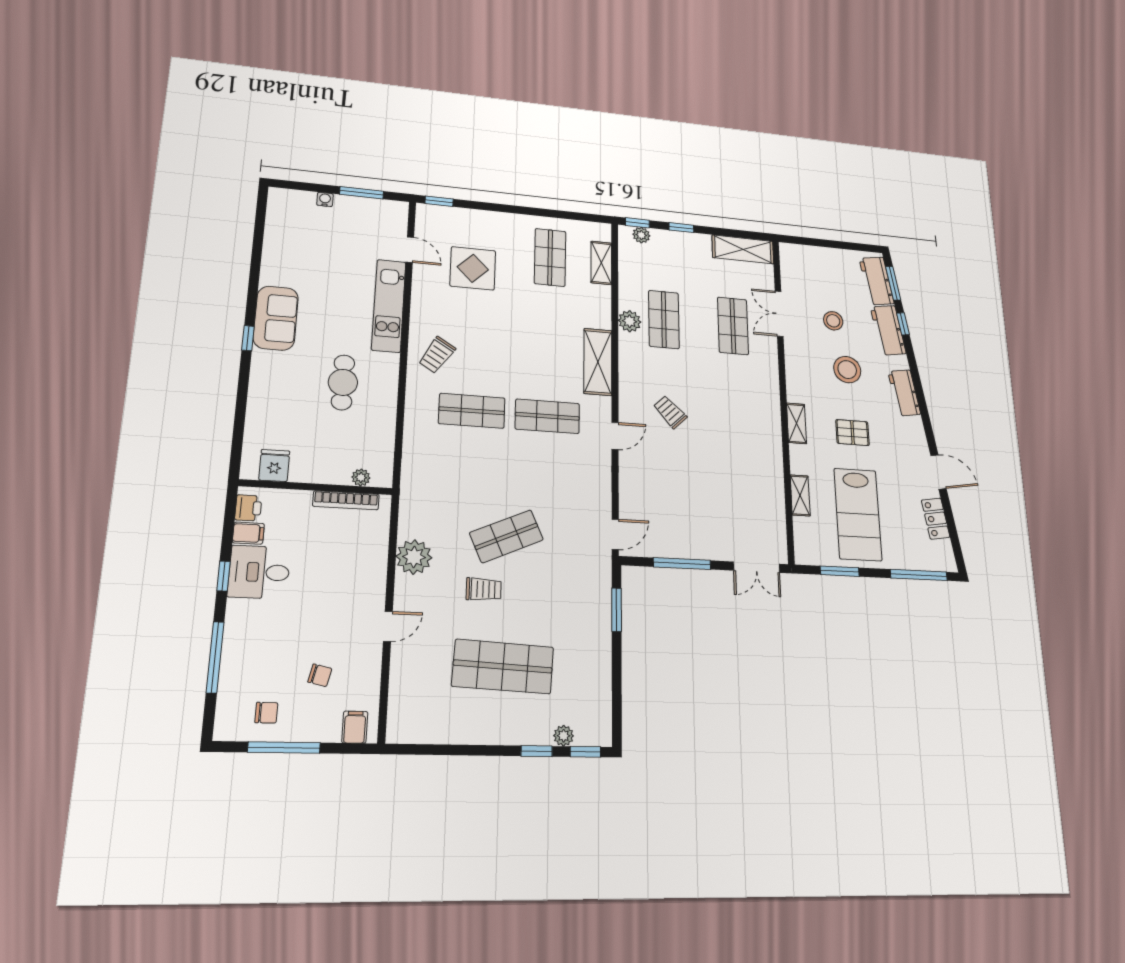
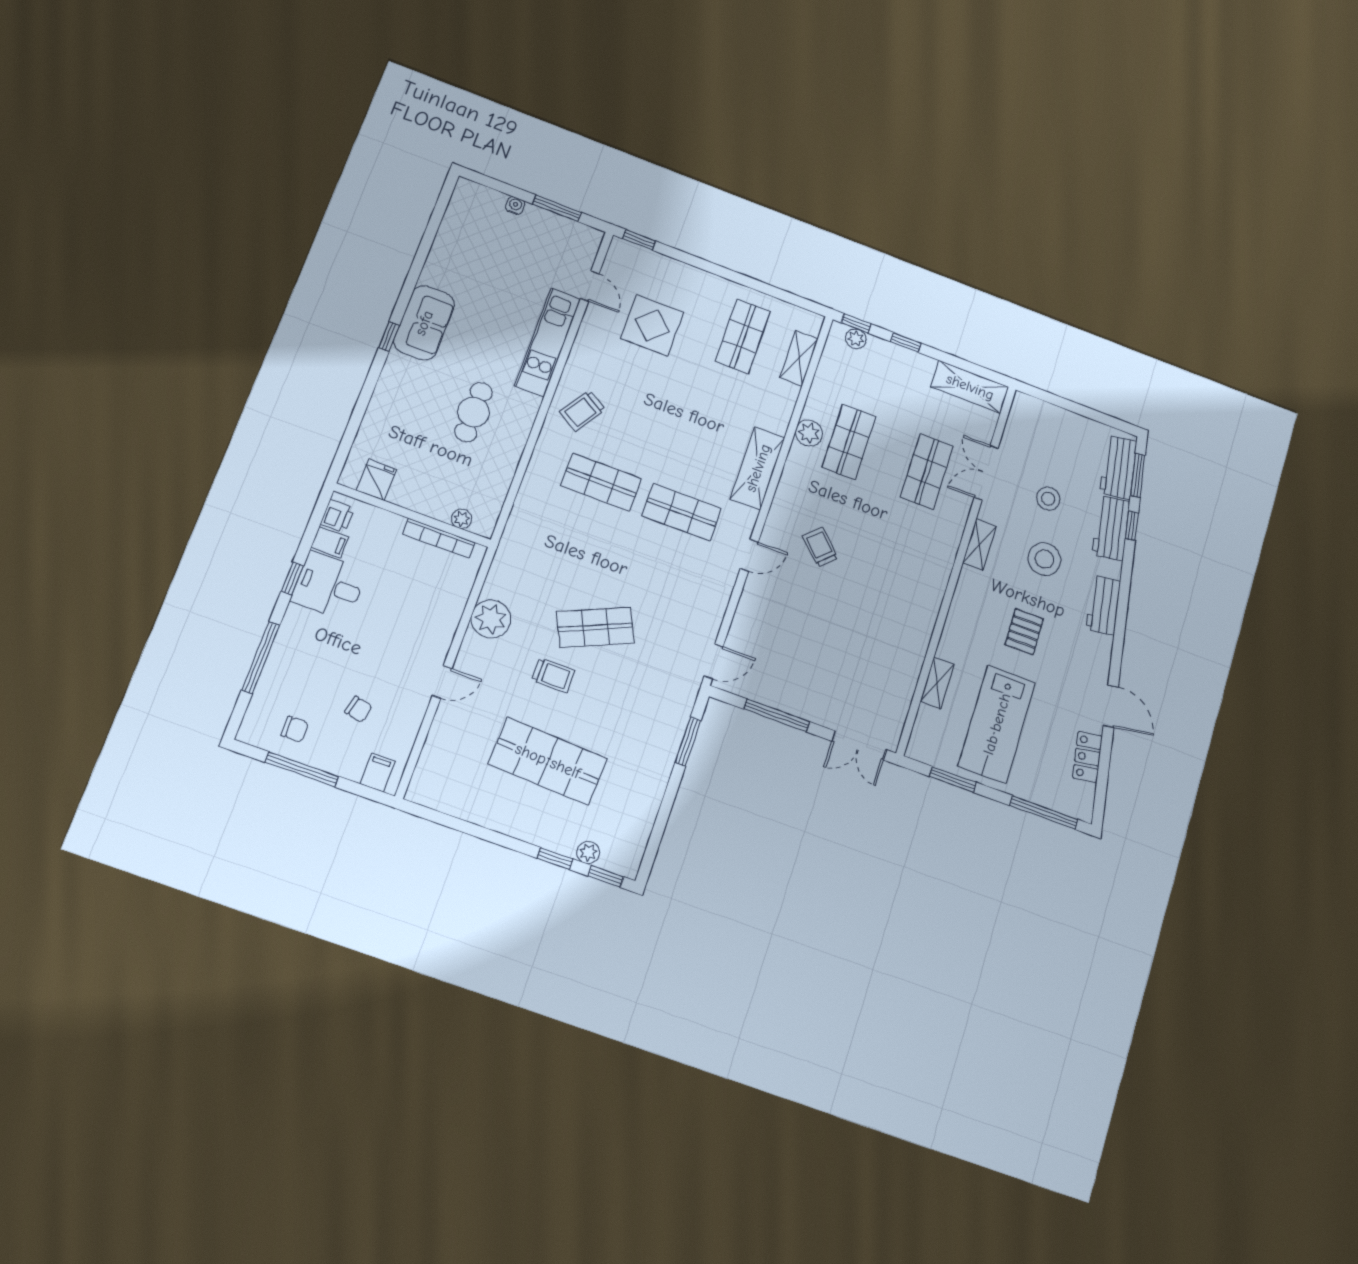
shelving: (797, 423) -> (979, 545), moved
pallet: (852, 433) -> (1024, 632), turned 90

